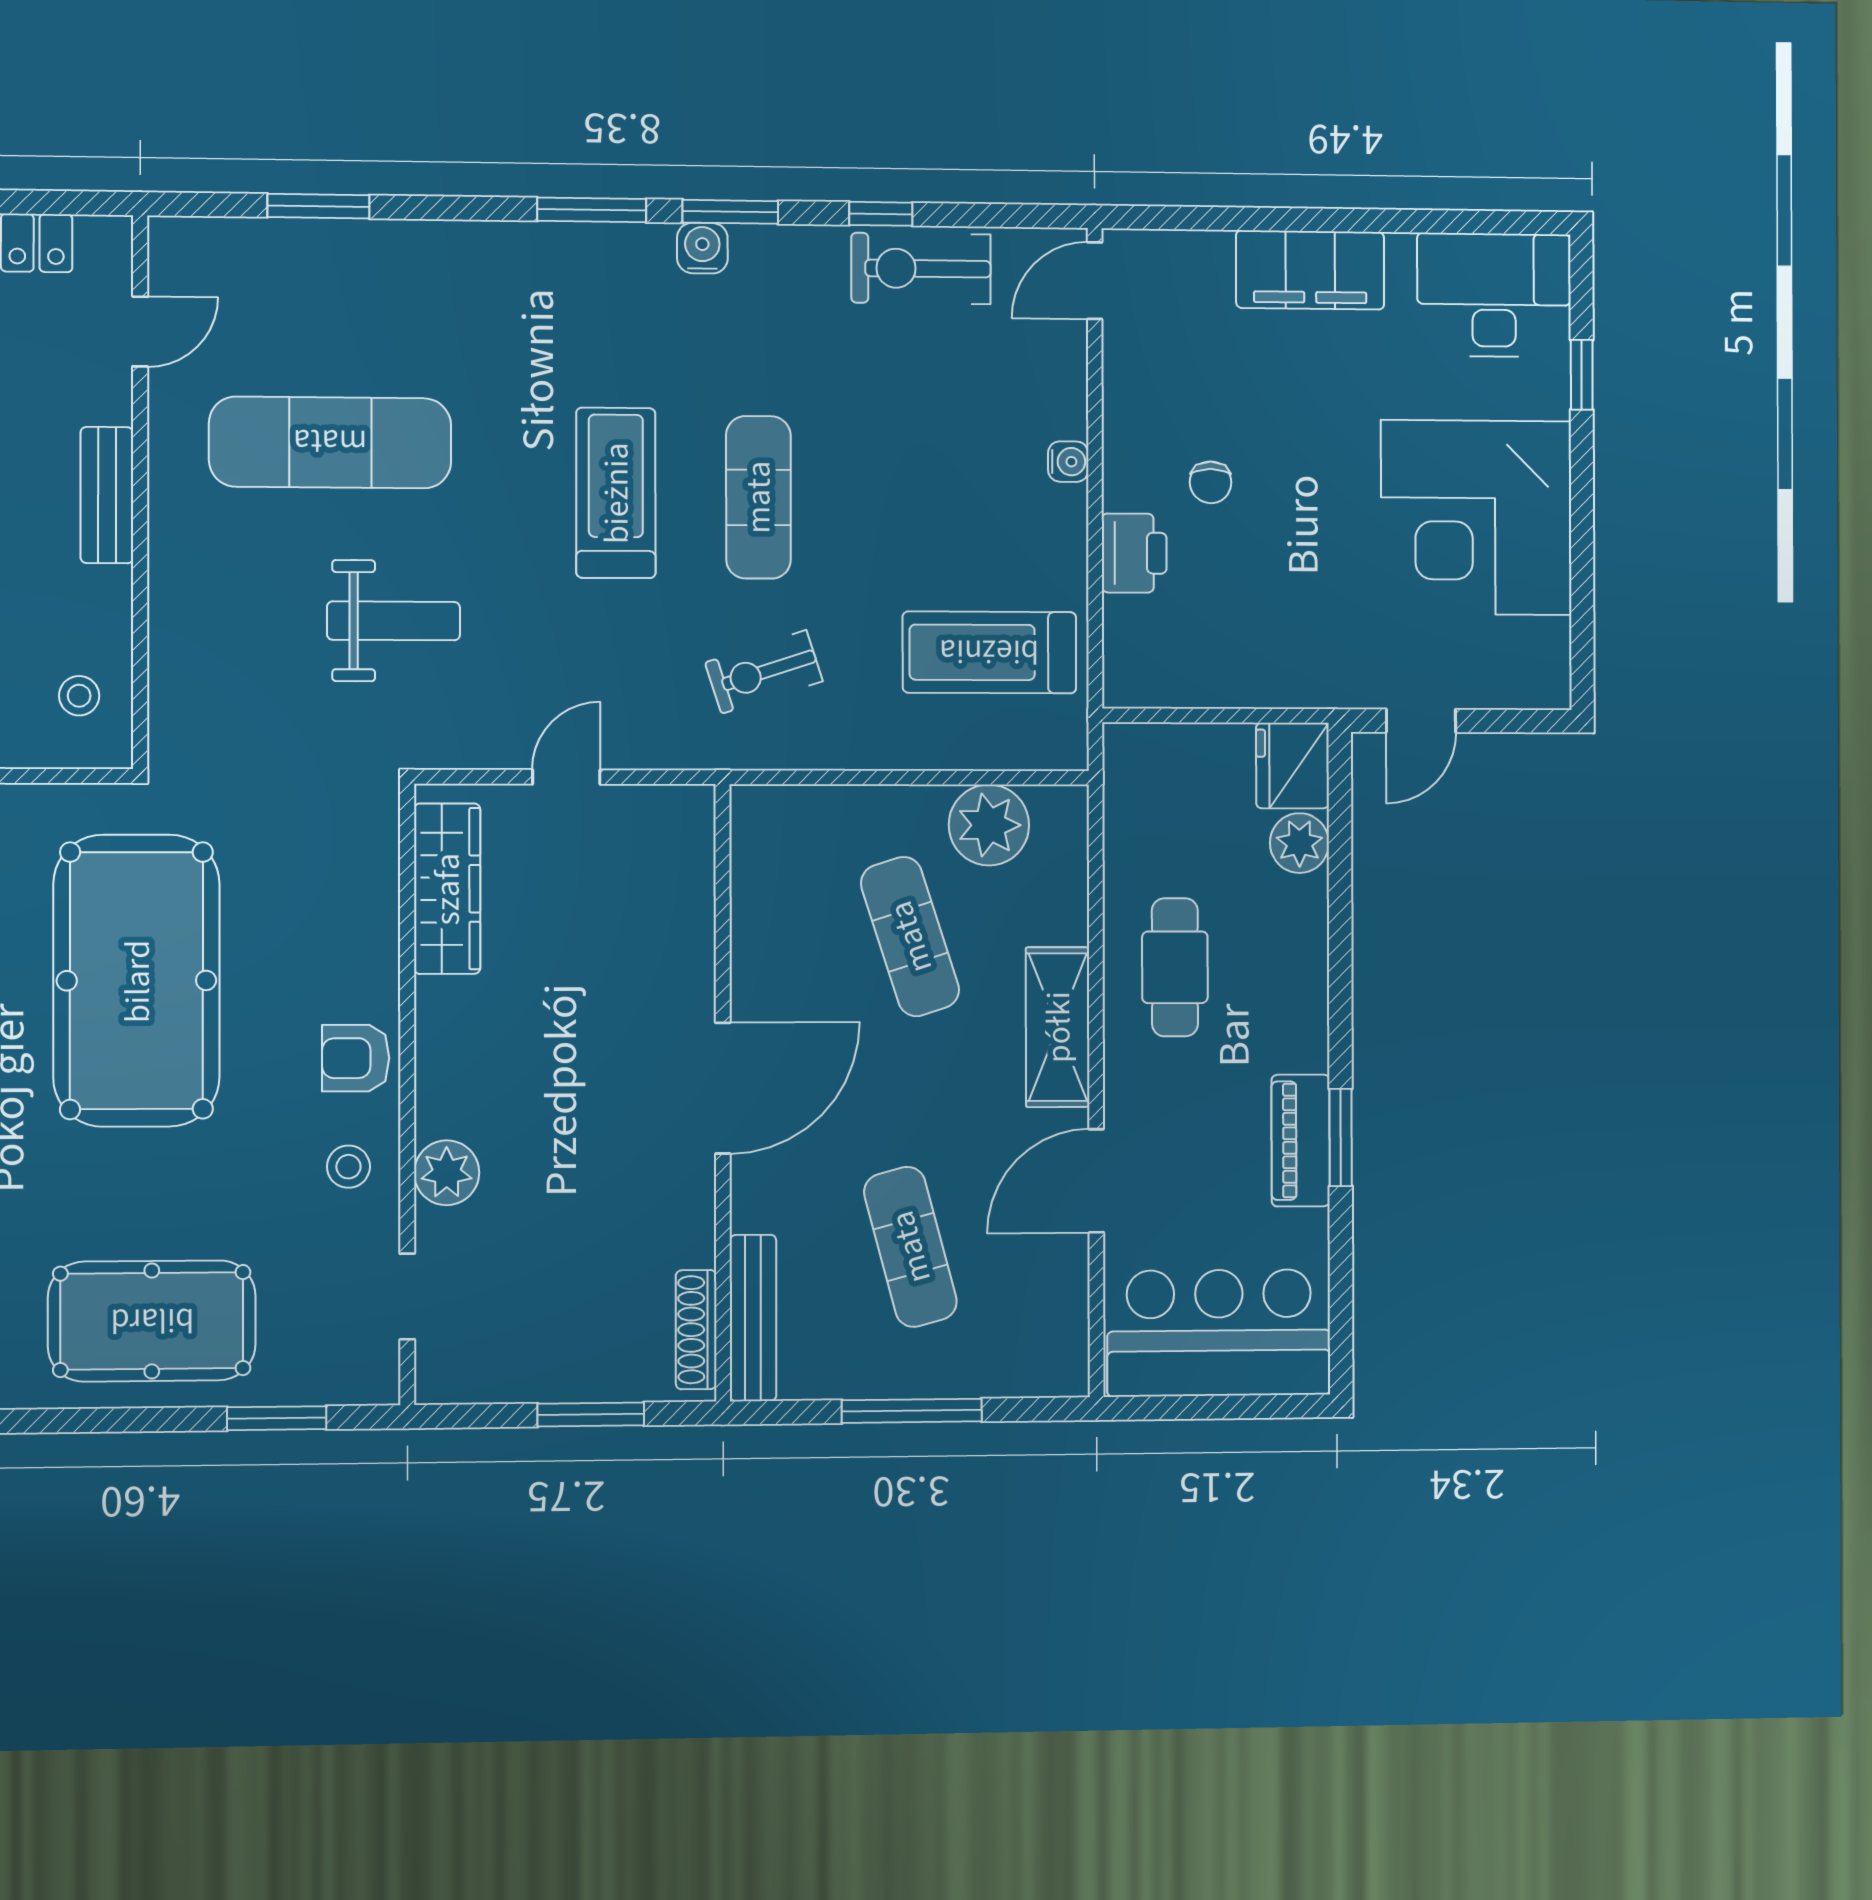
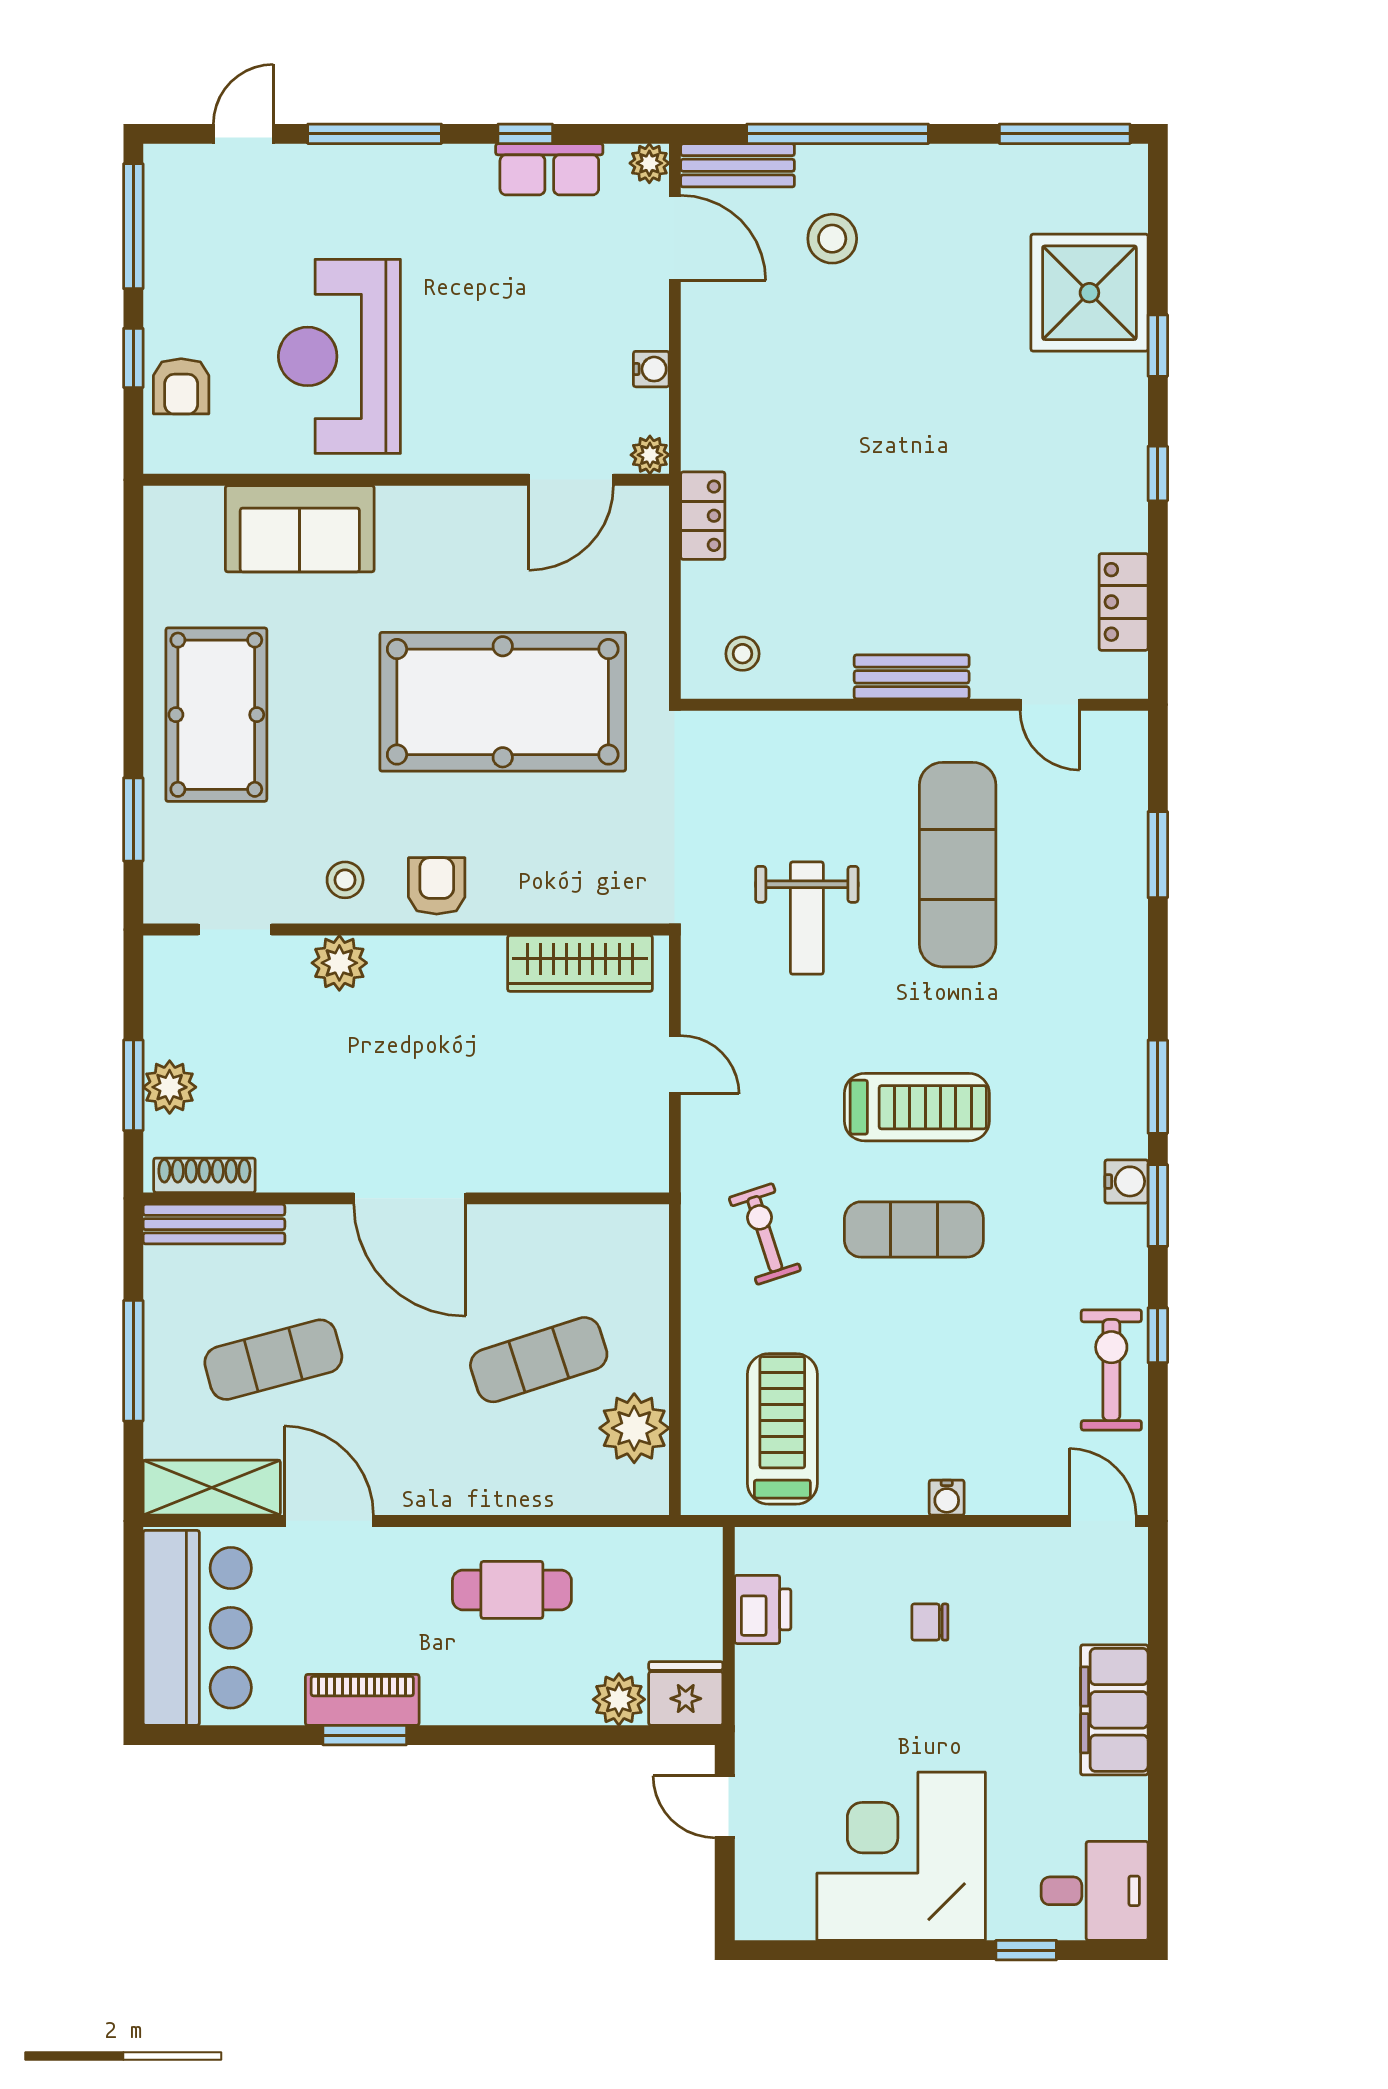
desk: (1494, 295) -> (1095, 1891), width x0.73
printer: (1134, 553) -> (763, 1609), moved, turned -90
shelving: (1058, 1027) -> (212, 1488), moved
plant: (593, 1372) -> (170, 1087), added

